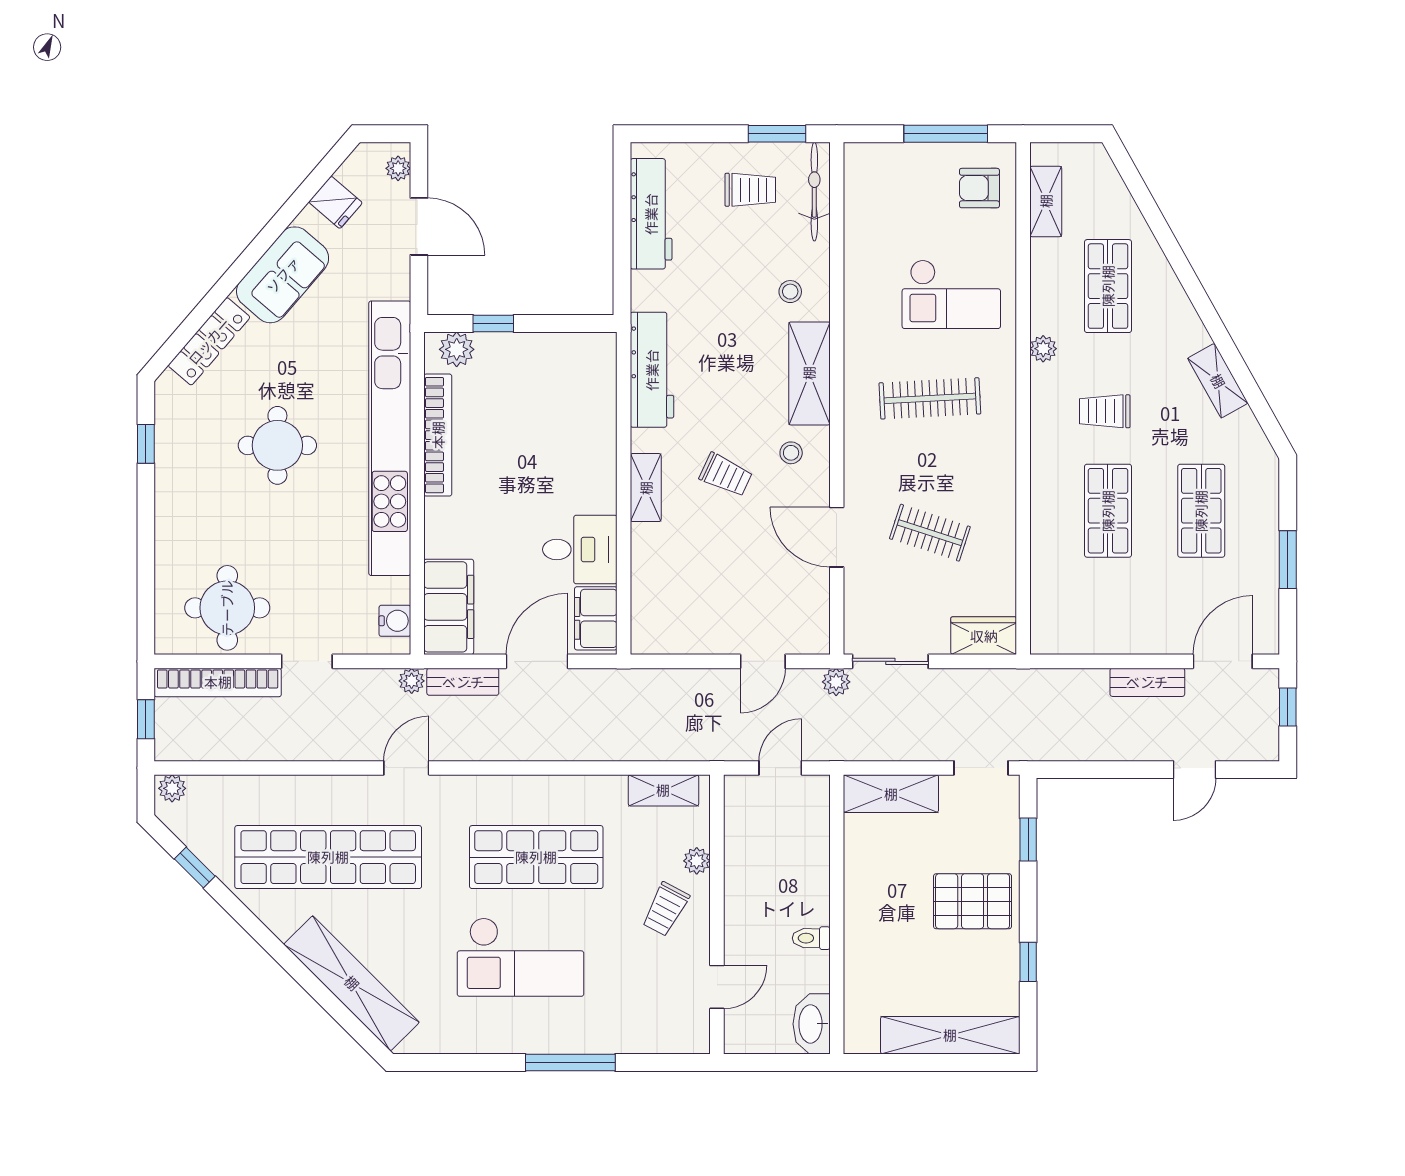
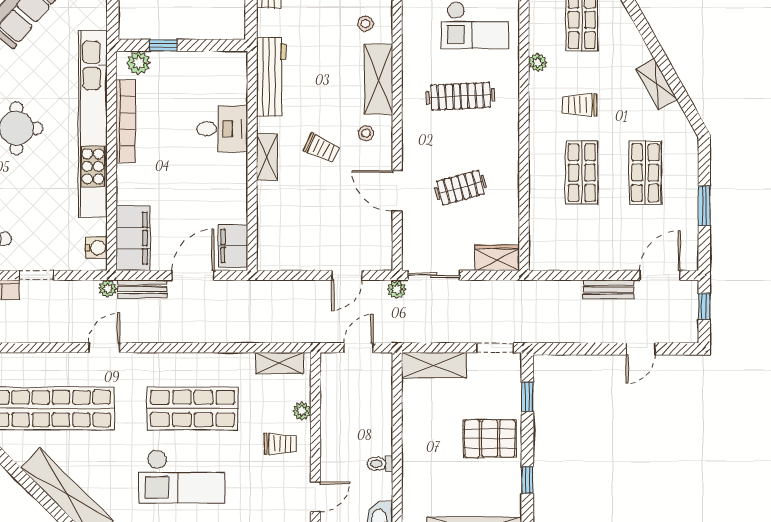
clothes rail: (930, 533) -> (461, 188), turned -33
desk: (580, 550) -> (222, 129), moved
trolley: (666, 909) -> (281, 444), turned -118

